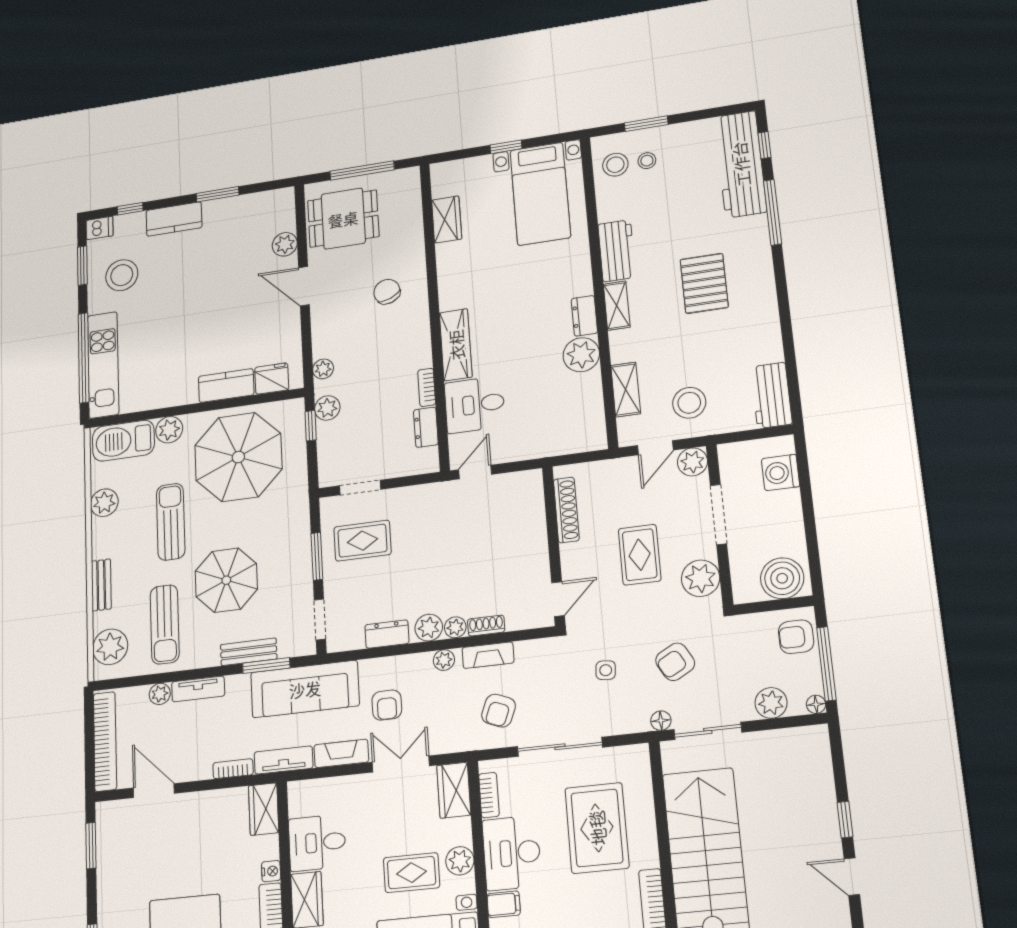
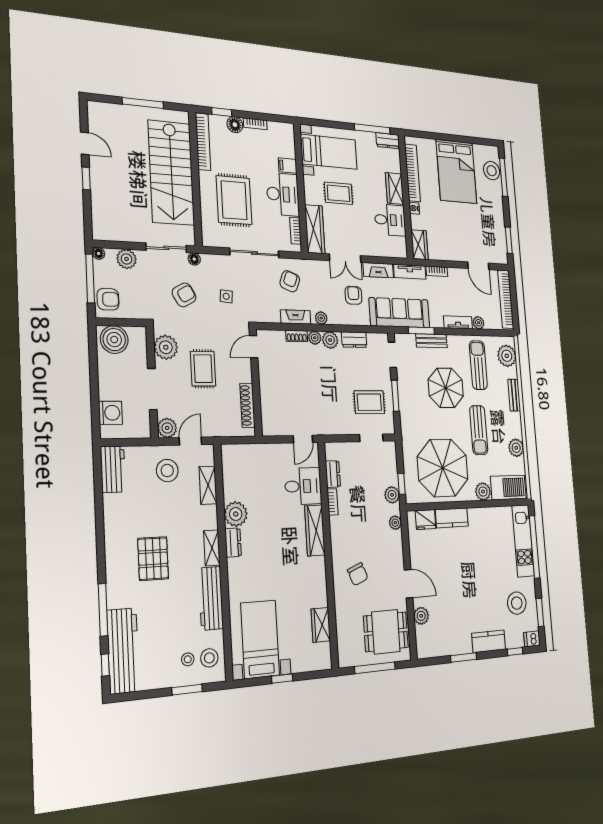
workbench: (617, 251) -> (211, 598), width x1.38
wardrobe: (454, 790) -> (315, 229), width x1.50
plant: (460, 861) -> (312, 195), removed

